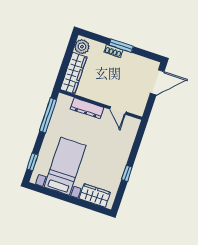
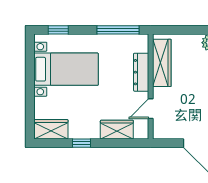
wardrobe: (74, 73) -> (162, 63), moved, turned -90
wardrobe: (125, 142) -> (117, 130), added
wardrobe: (95, 195) -> (51, 129), moved, turned -90

